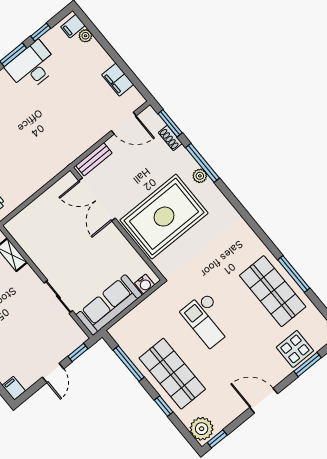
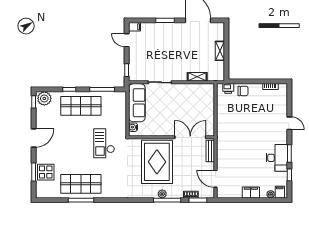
filing cabinet: (118, 80) -> (251, 192), moved
door: (124, 123) -> (216, 179), hinge flipped
checkout: (208, 320) -> (104, 143), moved, turned -90
door: (53, 373) -> (127, 40), moved

